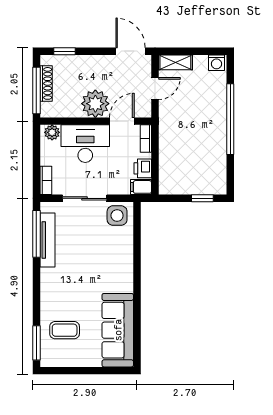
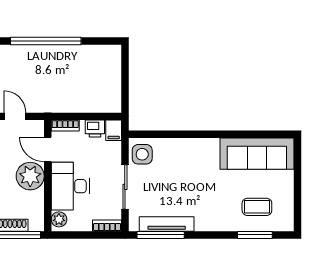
window: (202, 198) -> (125, 69), removed
coffee table: (65, 330) -> (257, 207), turned 90
window: (36, 343) -> (255, 235), moved

